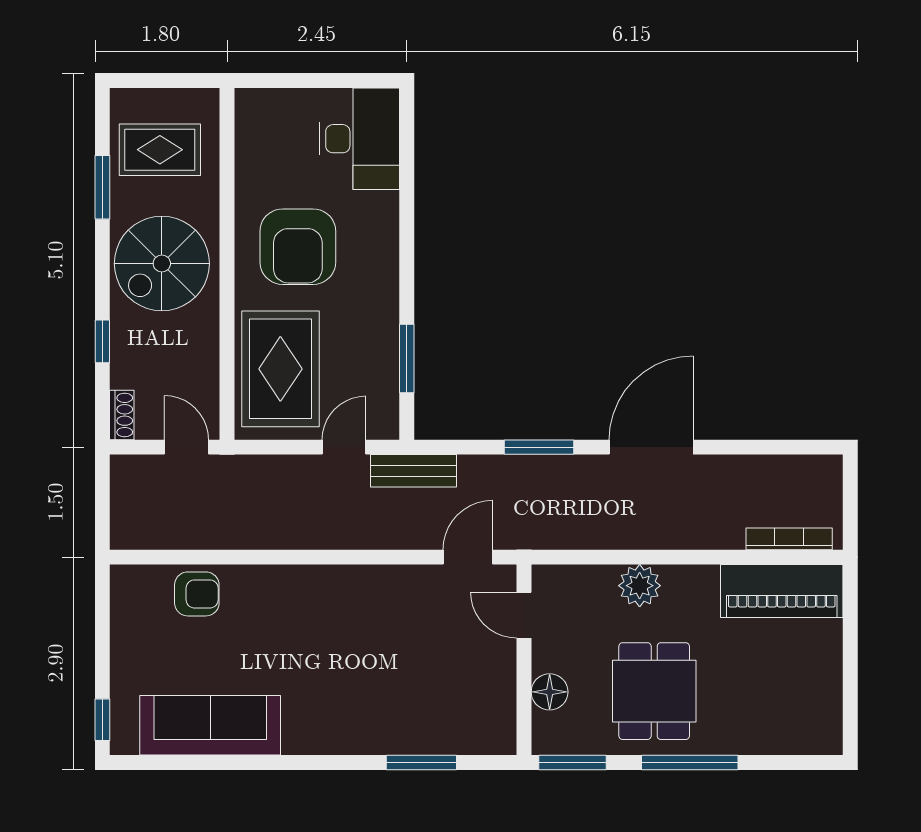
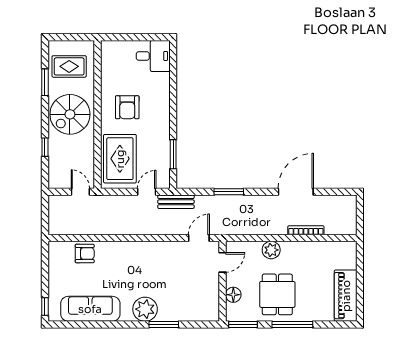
desk: (359, 139) -> (153, 56), width x0.73
armchair: (298, 247) -> (127, 107), width x0.73, depth x0.73
shoe rack: (122, 415) -> (53, 178), removed
door: (651, 447) -> (296, 192), moved
bookcase: (789, 539) -> (306, 230), moved
piano: (782, 591) -> (346, 296), moved, turned 90
door: (524, 615) -> (222, 262), swing flipped
plant: (340, 726) -> (145, 309), added
window: (421, 762) -> (164, 324), moved

